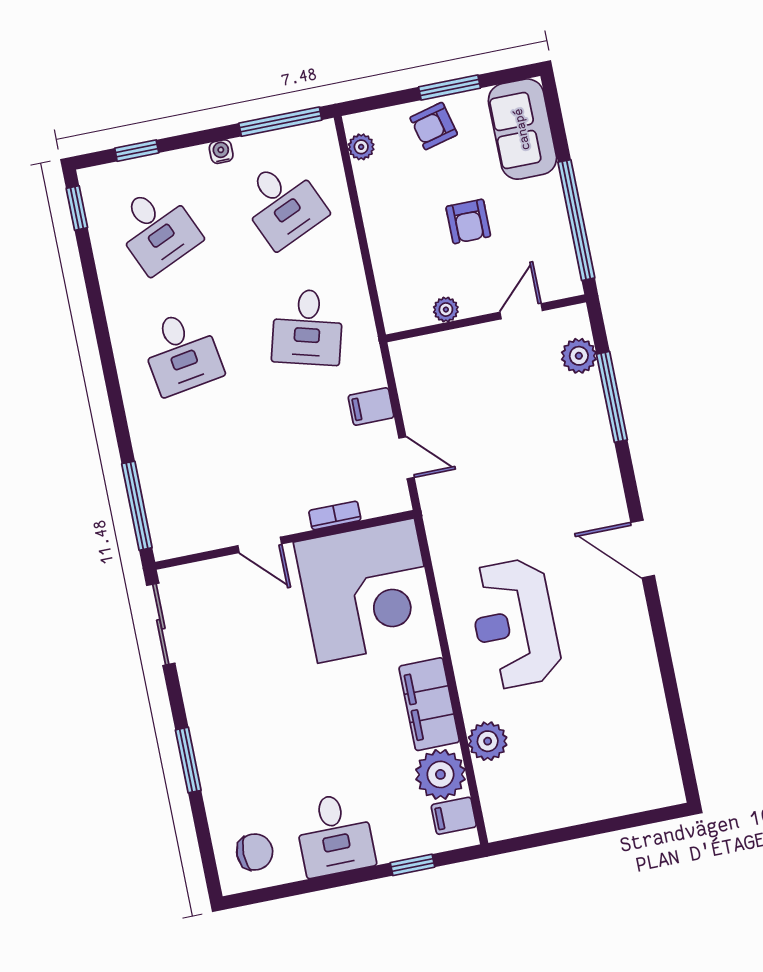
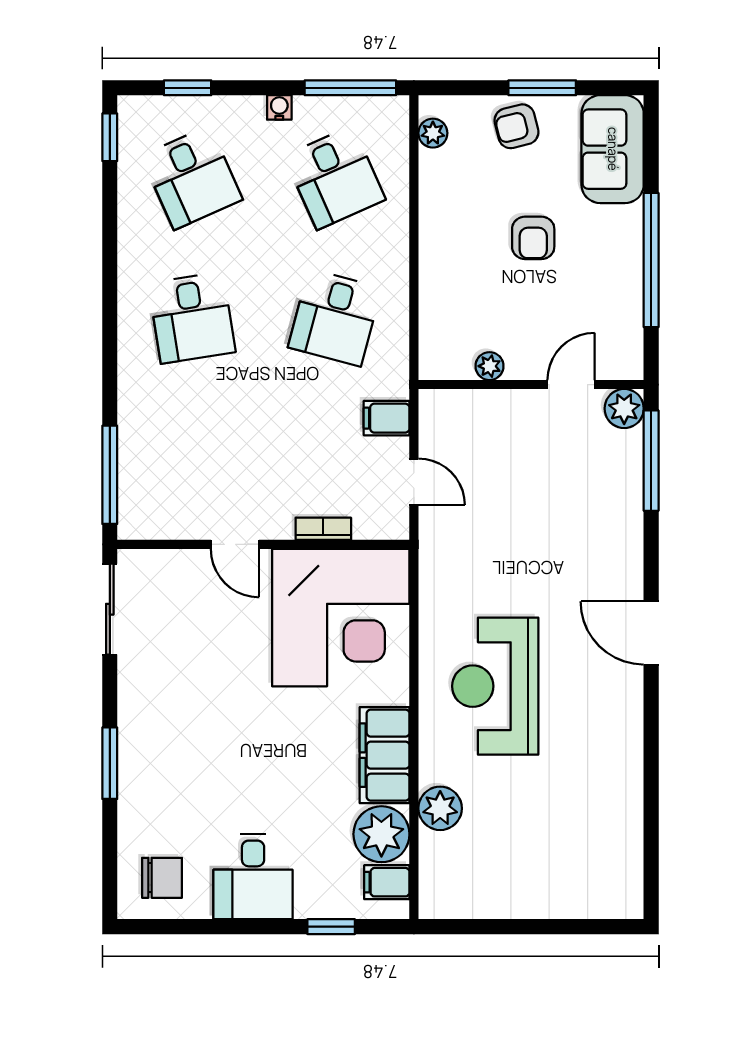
plant: (446, 310) -> (489, 366), moved
door: (521, 311) -> (571, 385), moved
wall: (486, 318) -> (531, 385), moved

